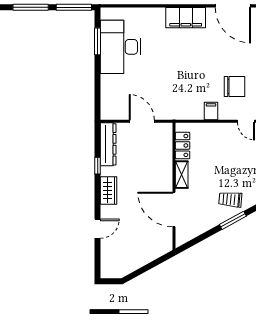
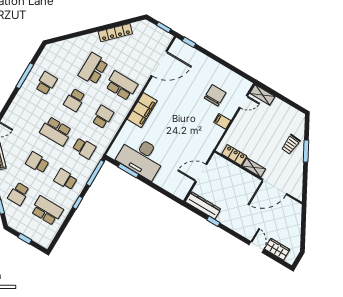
window: (31, 7) -> (78, 203), width x0.46
filing cabinet: (186, 18) -> (142, 110), moved
wardrobe: (109, 190) -> (277, 249), moved

